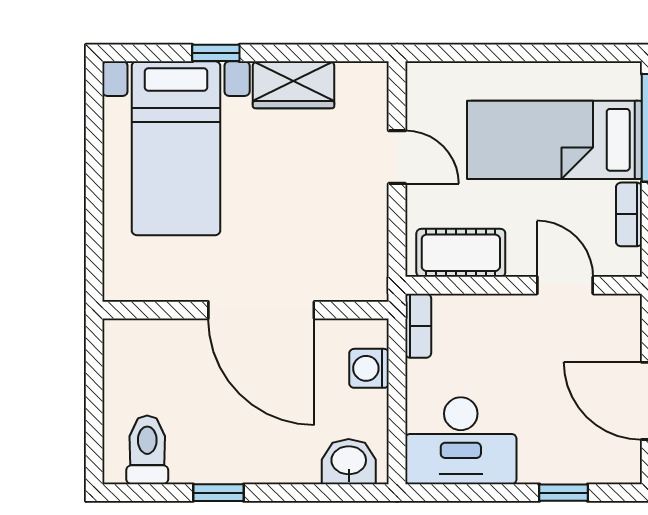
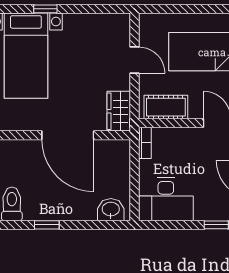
wardrobe: (294, 85) -> (119, 111), moved, turned 90
washing machine: (369, 368) -> (121, 164), removed

